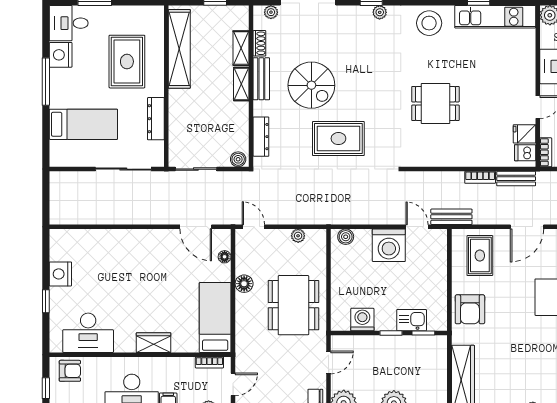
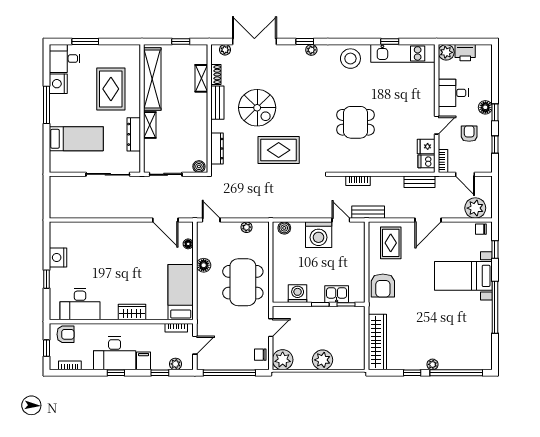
shelving: (241, 84) -> (150, 125), moved
bookcase: (480, 177) -> (358, 181), moved

